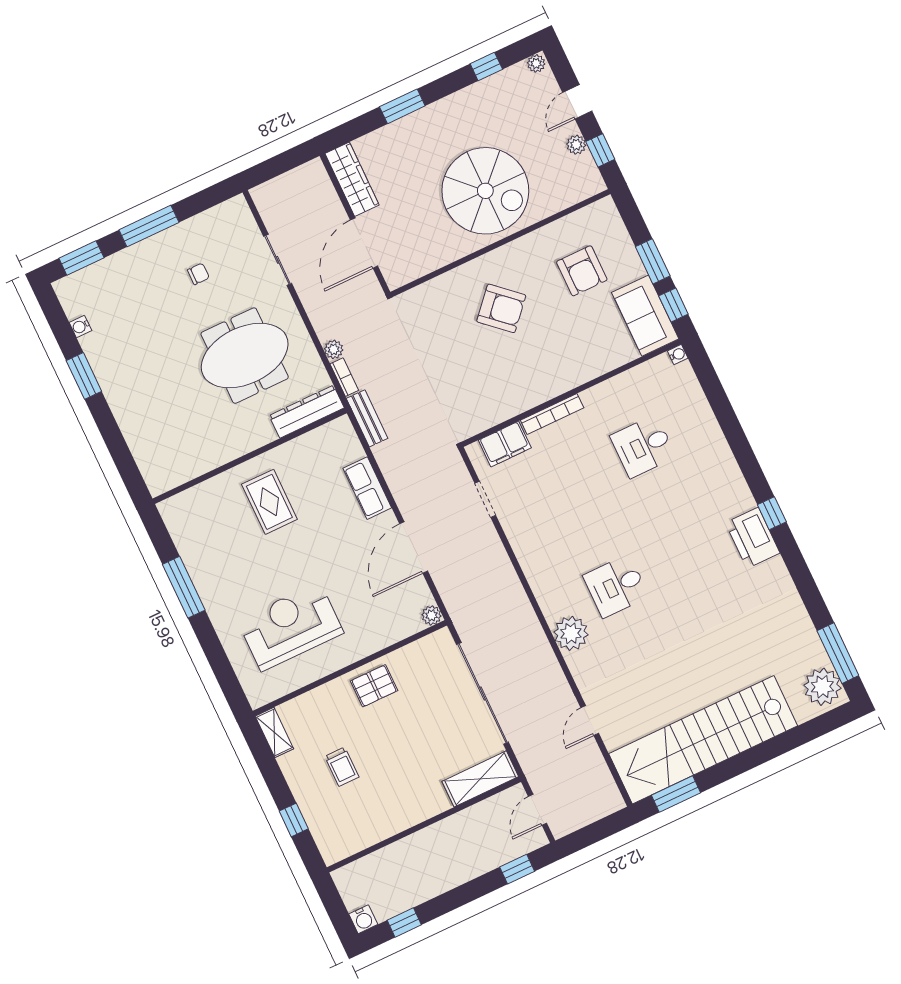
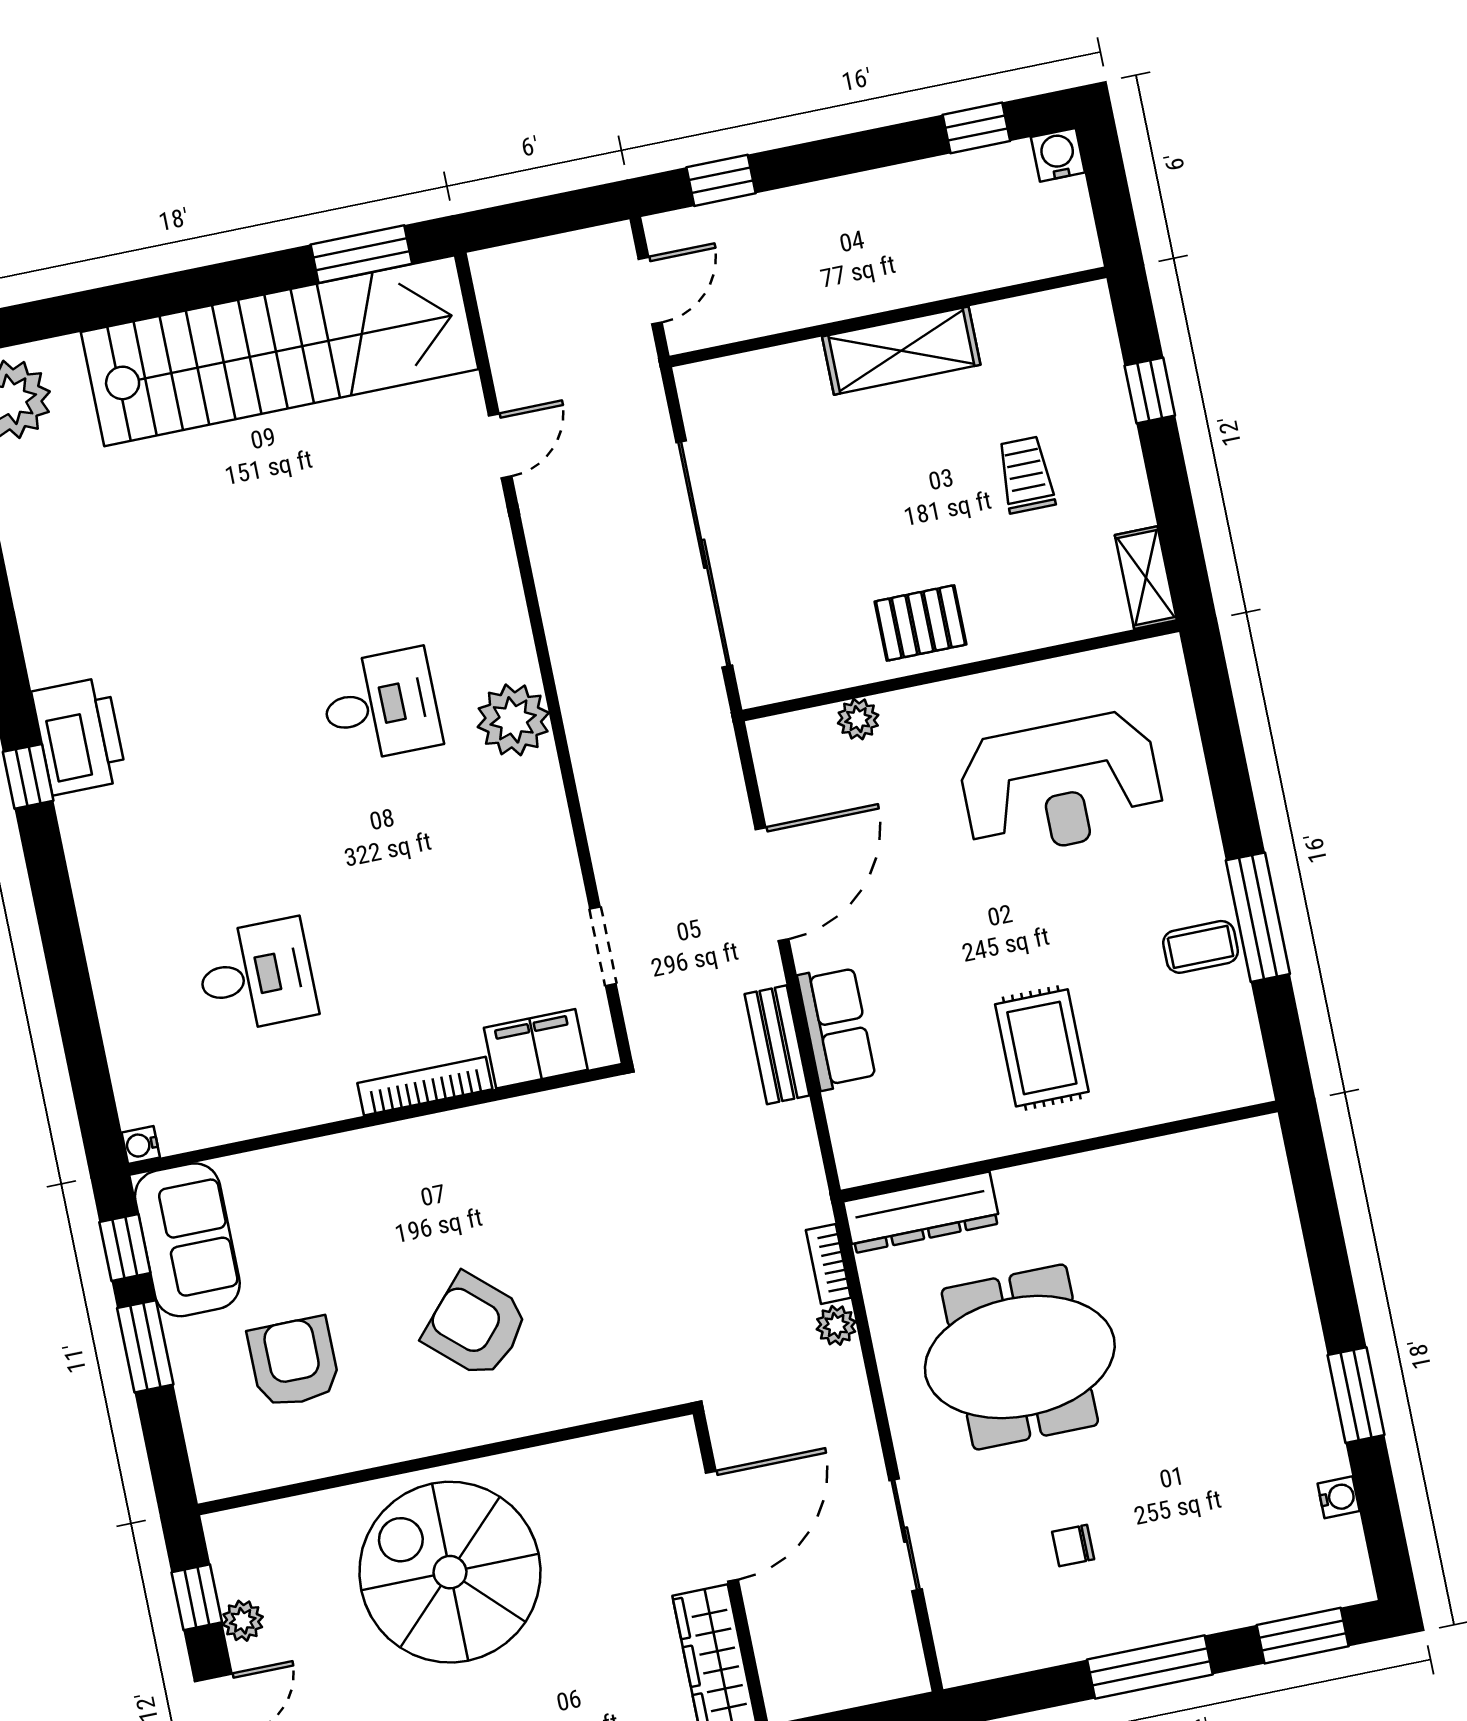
bench: (367, 418) -> (777, 1045), moved
coffee table: (207, 567) -> (1201, 947), added
plant: (432, 615) -> (858, 719), moved
plant: (571, 633) -> (513, 720), moved
shelving: (480, 779) -> (901, 351), moved

